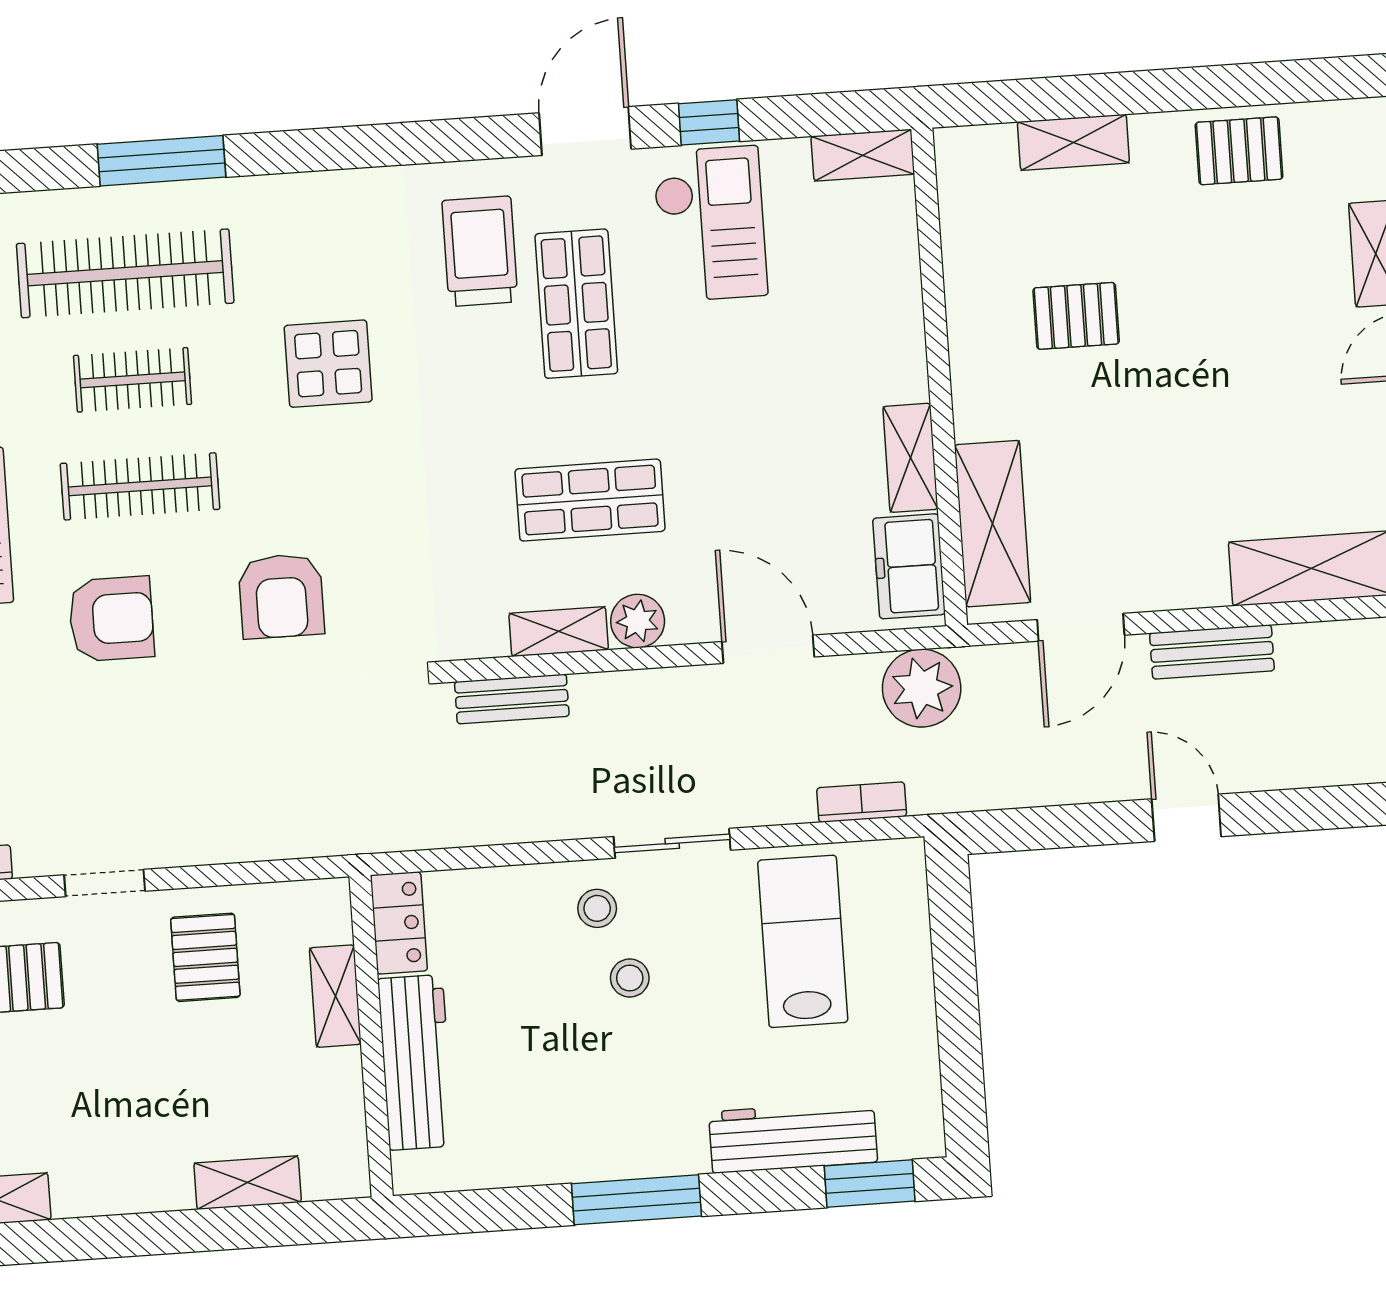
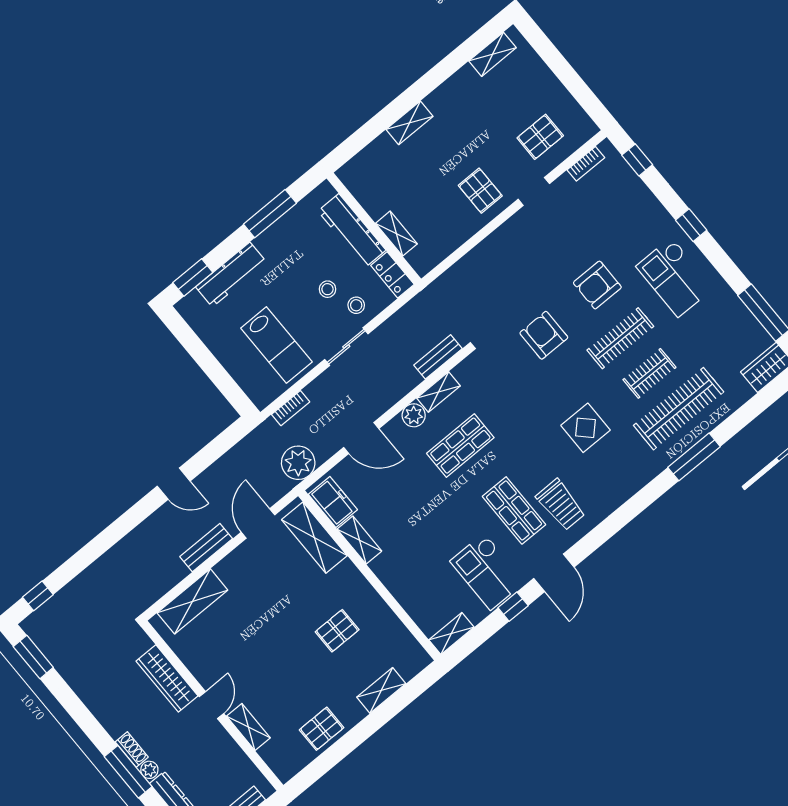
locker: (399, 923) -> (392, 275), moved
shelving: (335, 996) -> (396, 234), moved
wall: (371, 1036) -> (374, 229), moved
workbench: (416, 1062) -> (352, 231), moved

